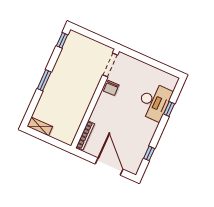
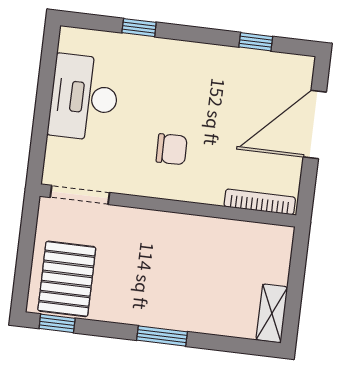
pallet: (78, 50) -> (67, 279), added
chair: (111, 88) -> (172, 149), moved
desk: (154, 102) -> (84, 97), moved, turned -90

